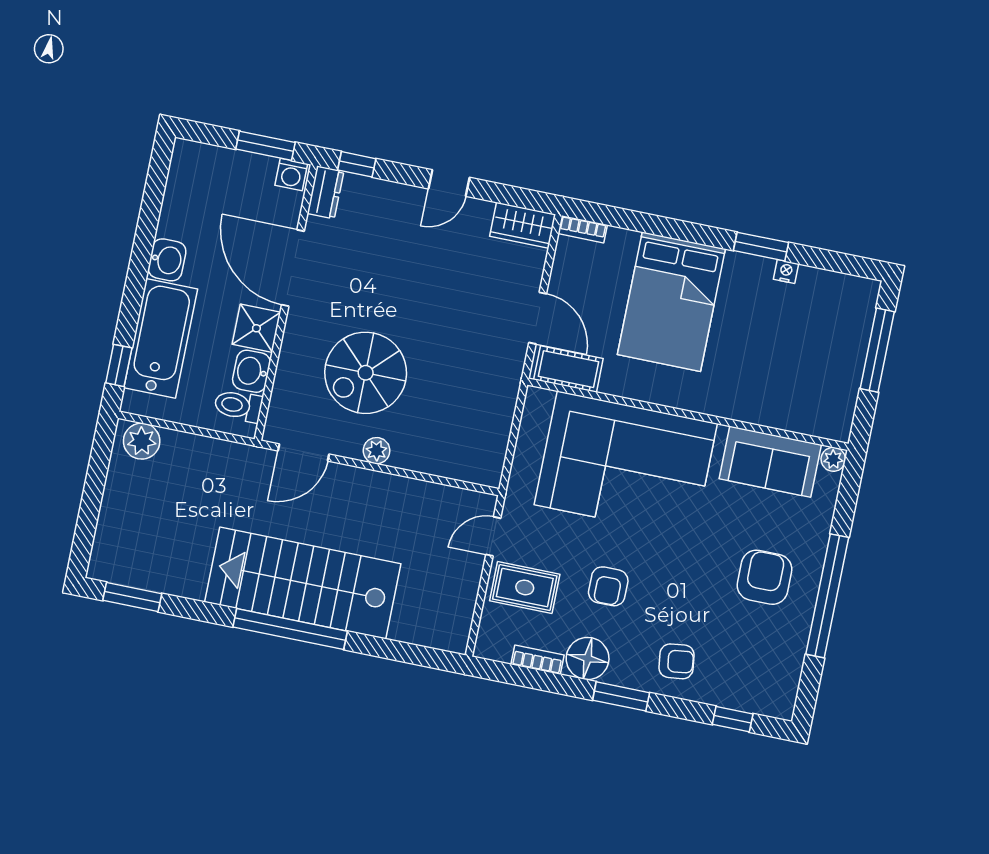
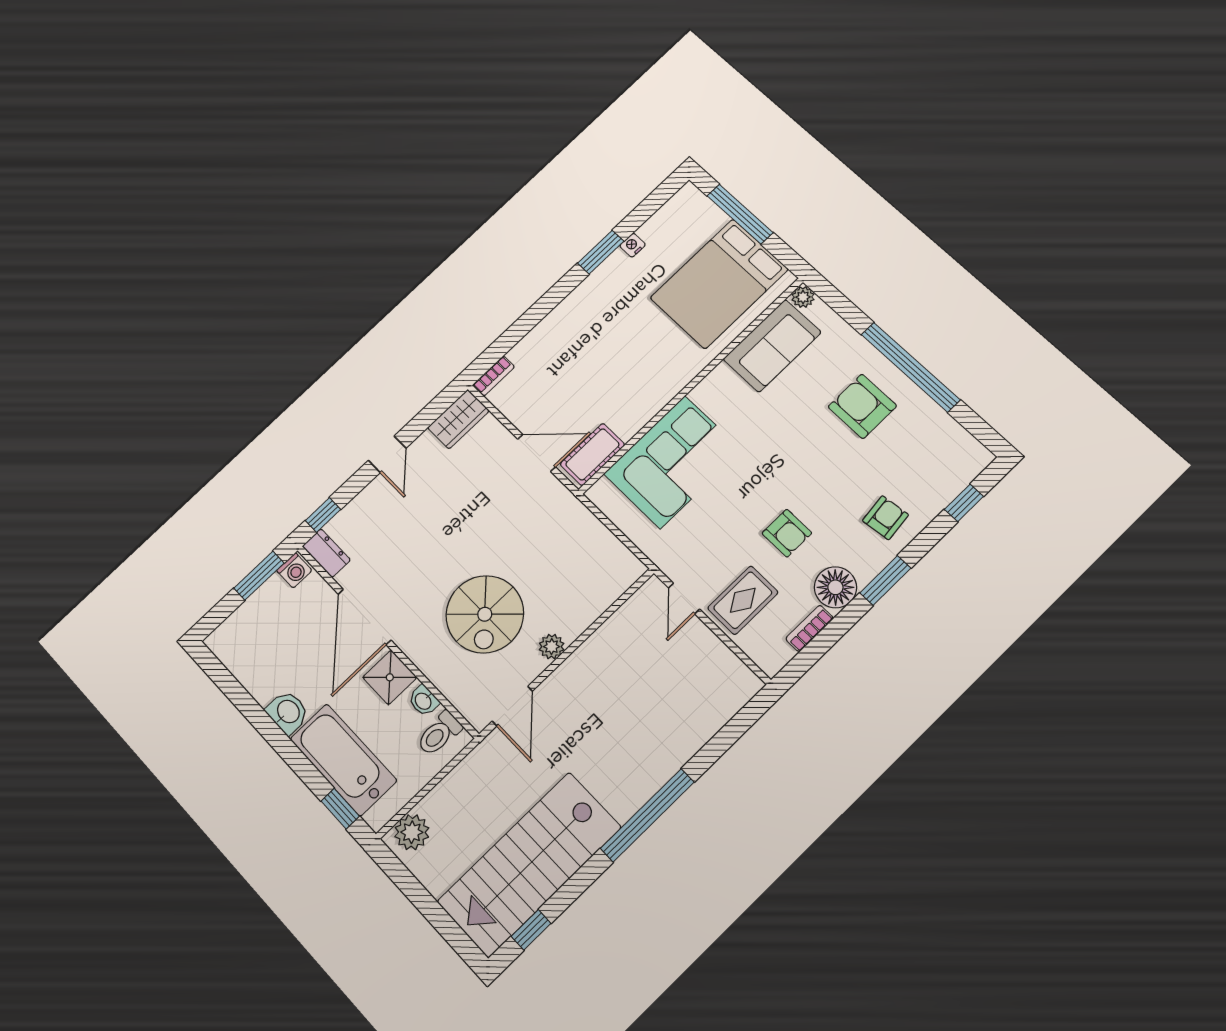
door: (293, 268) -> (365, 617), hinge flipped
bed: (671, 302) -> (719, 284), moved, turned 90
washbasin: (251, 371) -> (424, 701), width x0.72, depth x0.69
corner sofa: (626, 464) -> (673, 462), width x0.73, depth x0.74
stairs: (303, 583) -> (529, 864), moved
window: (132, 597) -> (531, 930), width x0.67

